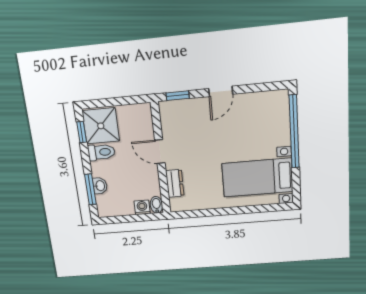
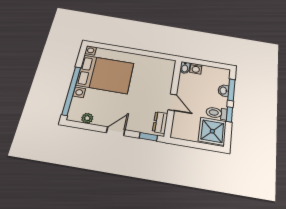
plant: (262, 99) -> (87, 118), added
window: (82, 132) -> (229, 114), moved
bed with nightstands: (257, 178) -> (105, 74), width x1.36
dresser: (175, 183) -> (160, 122), moved

